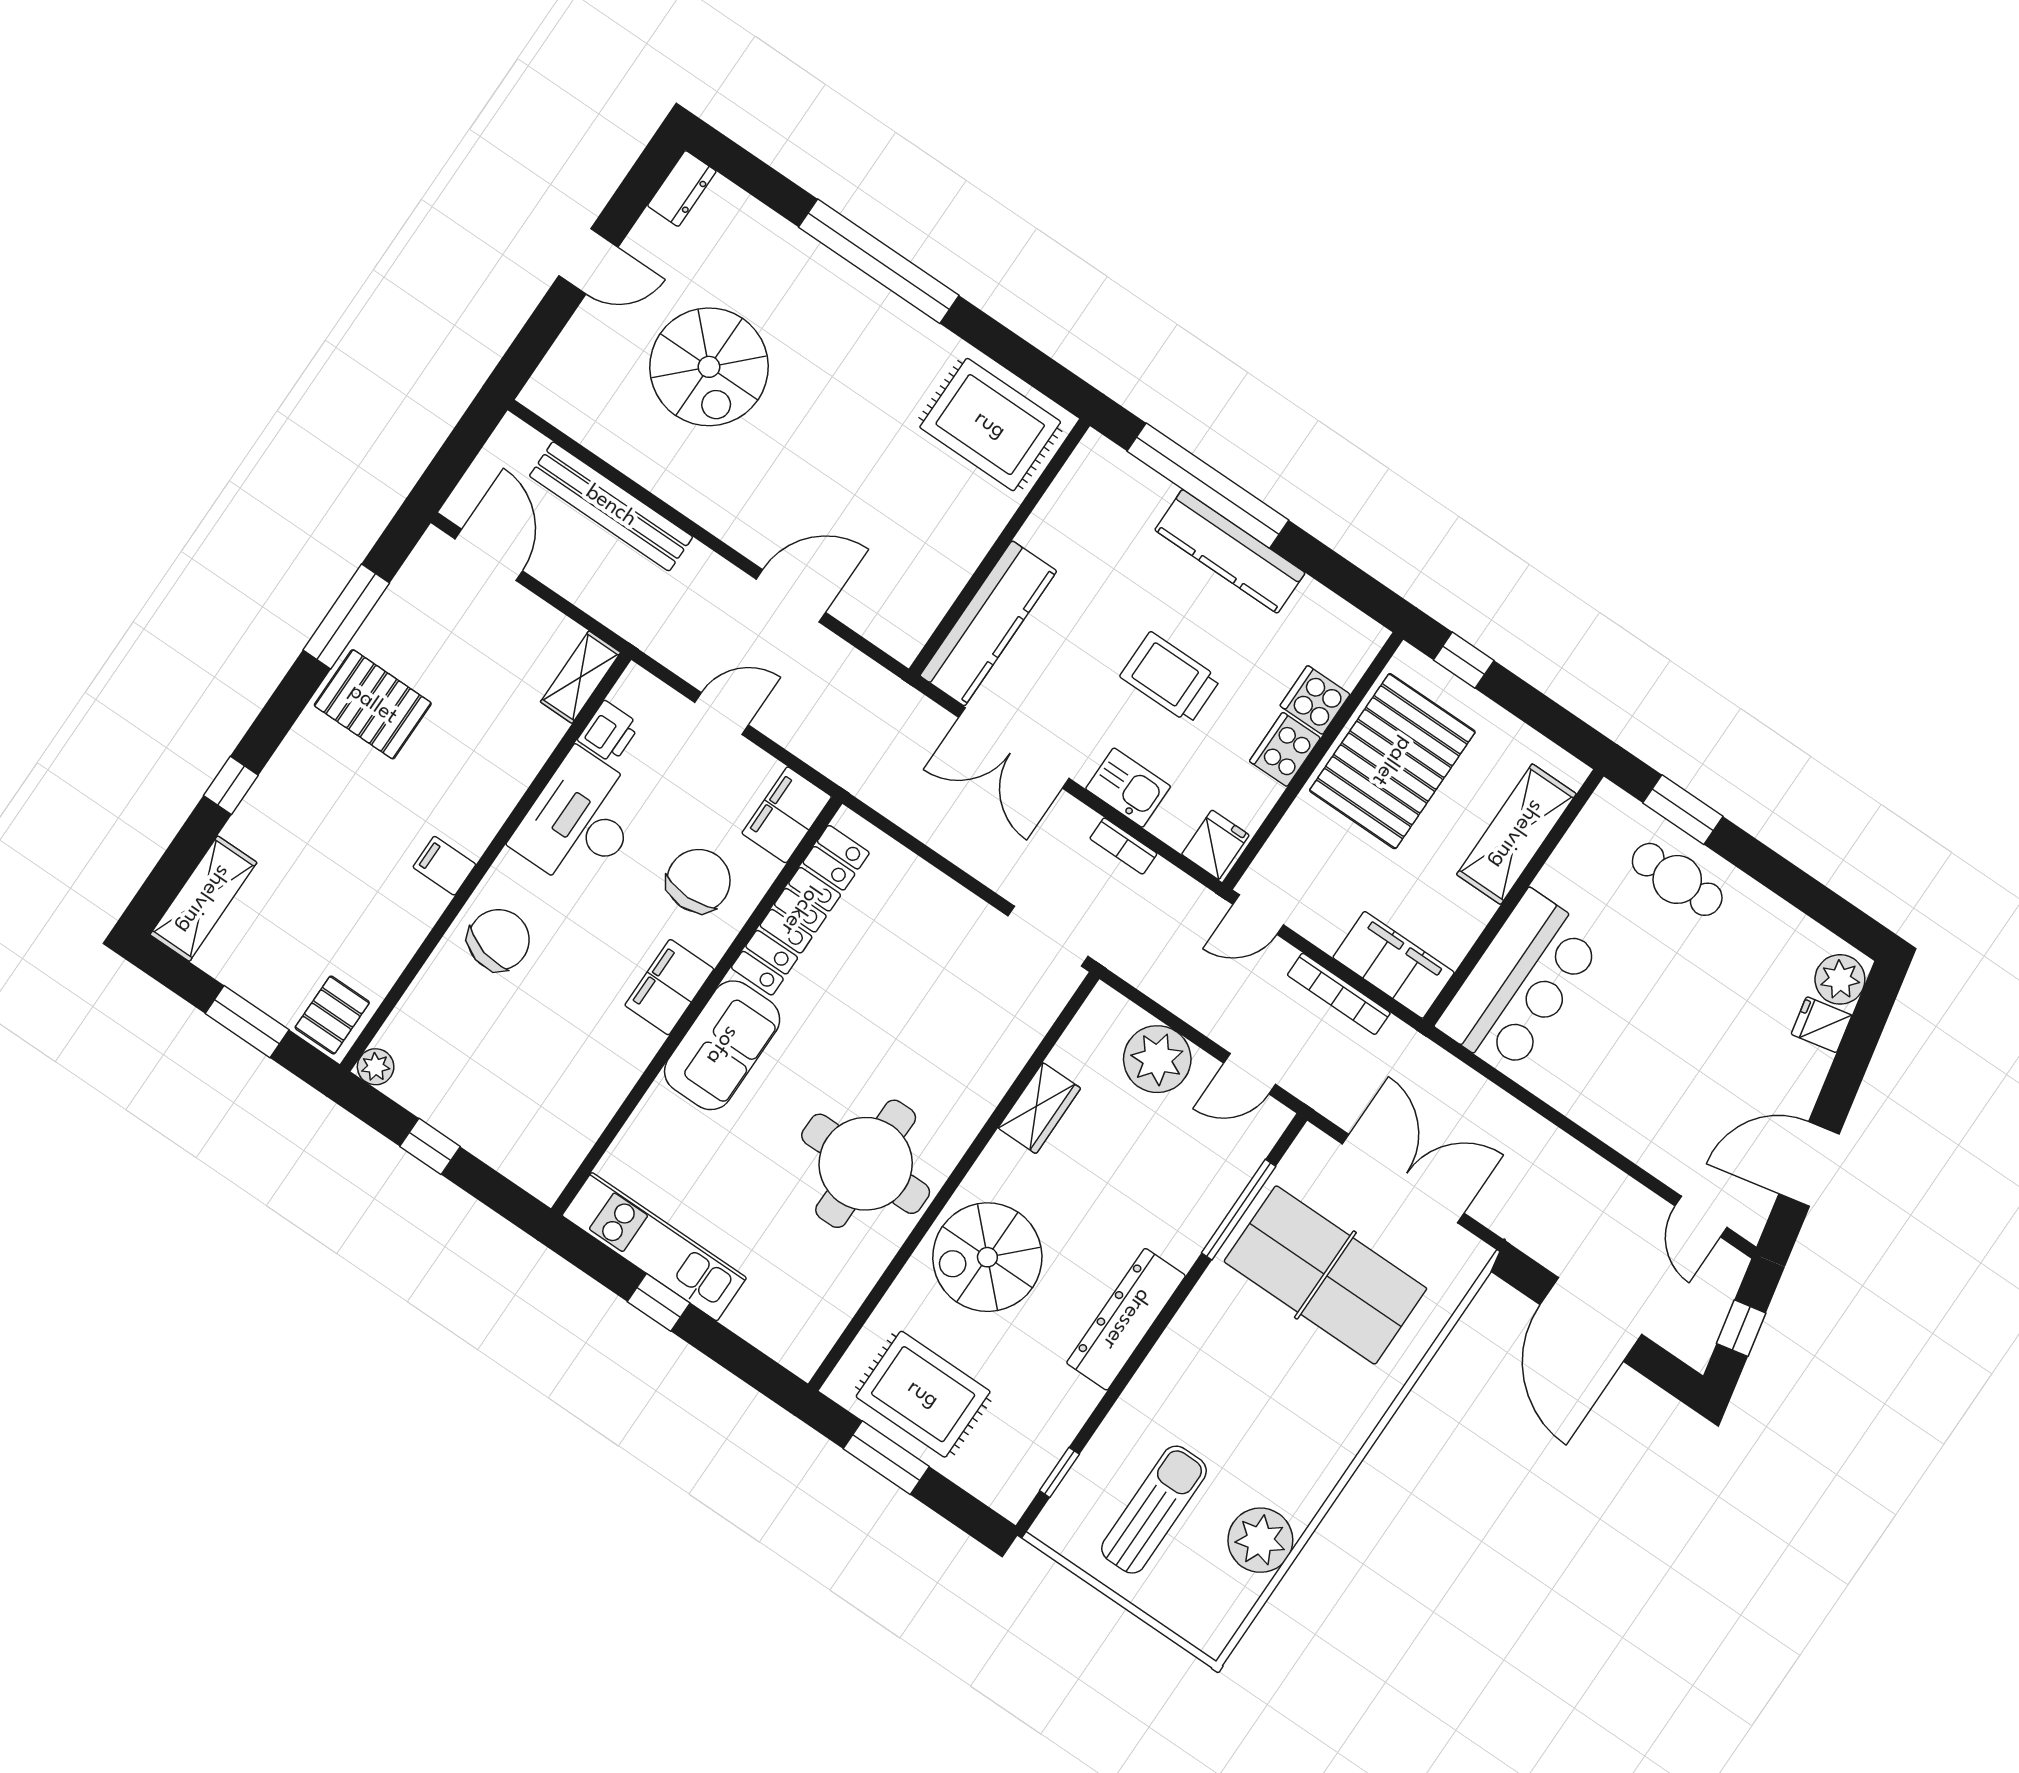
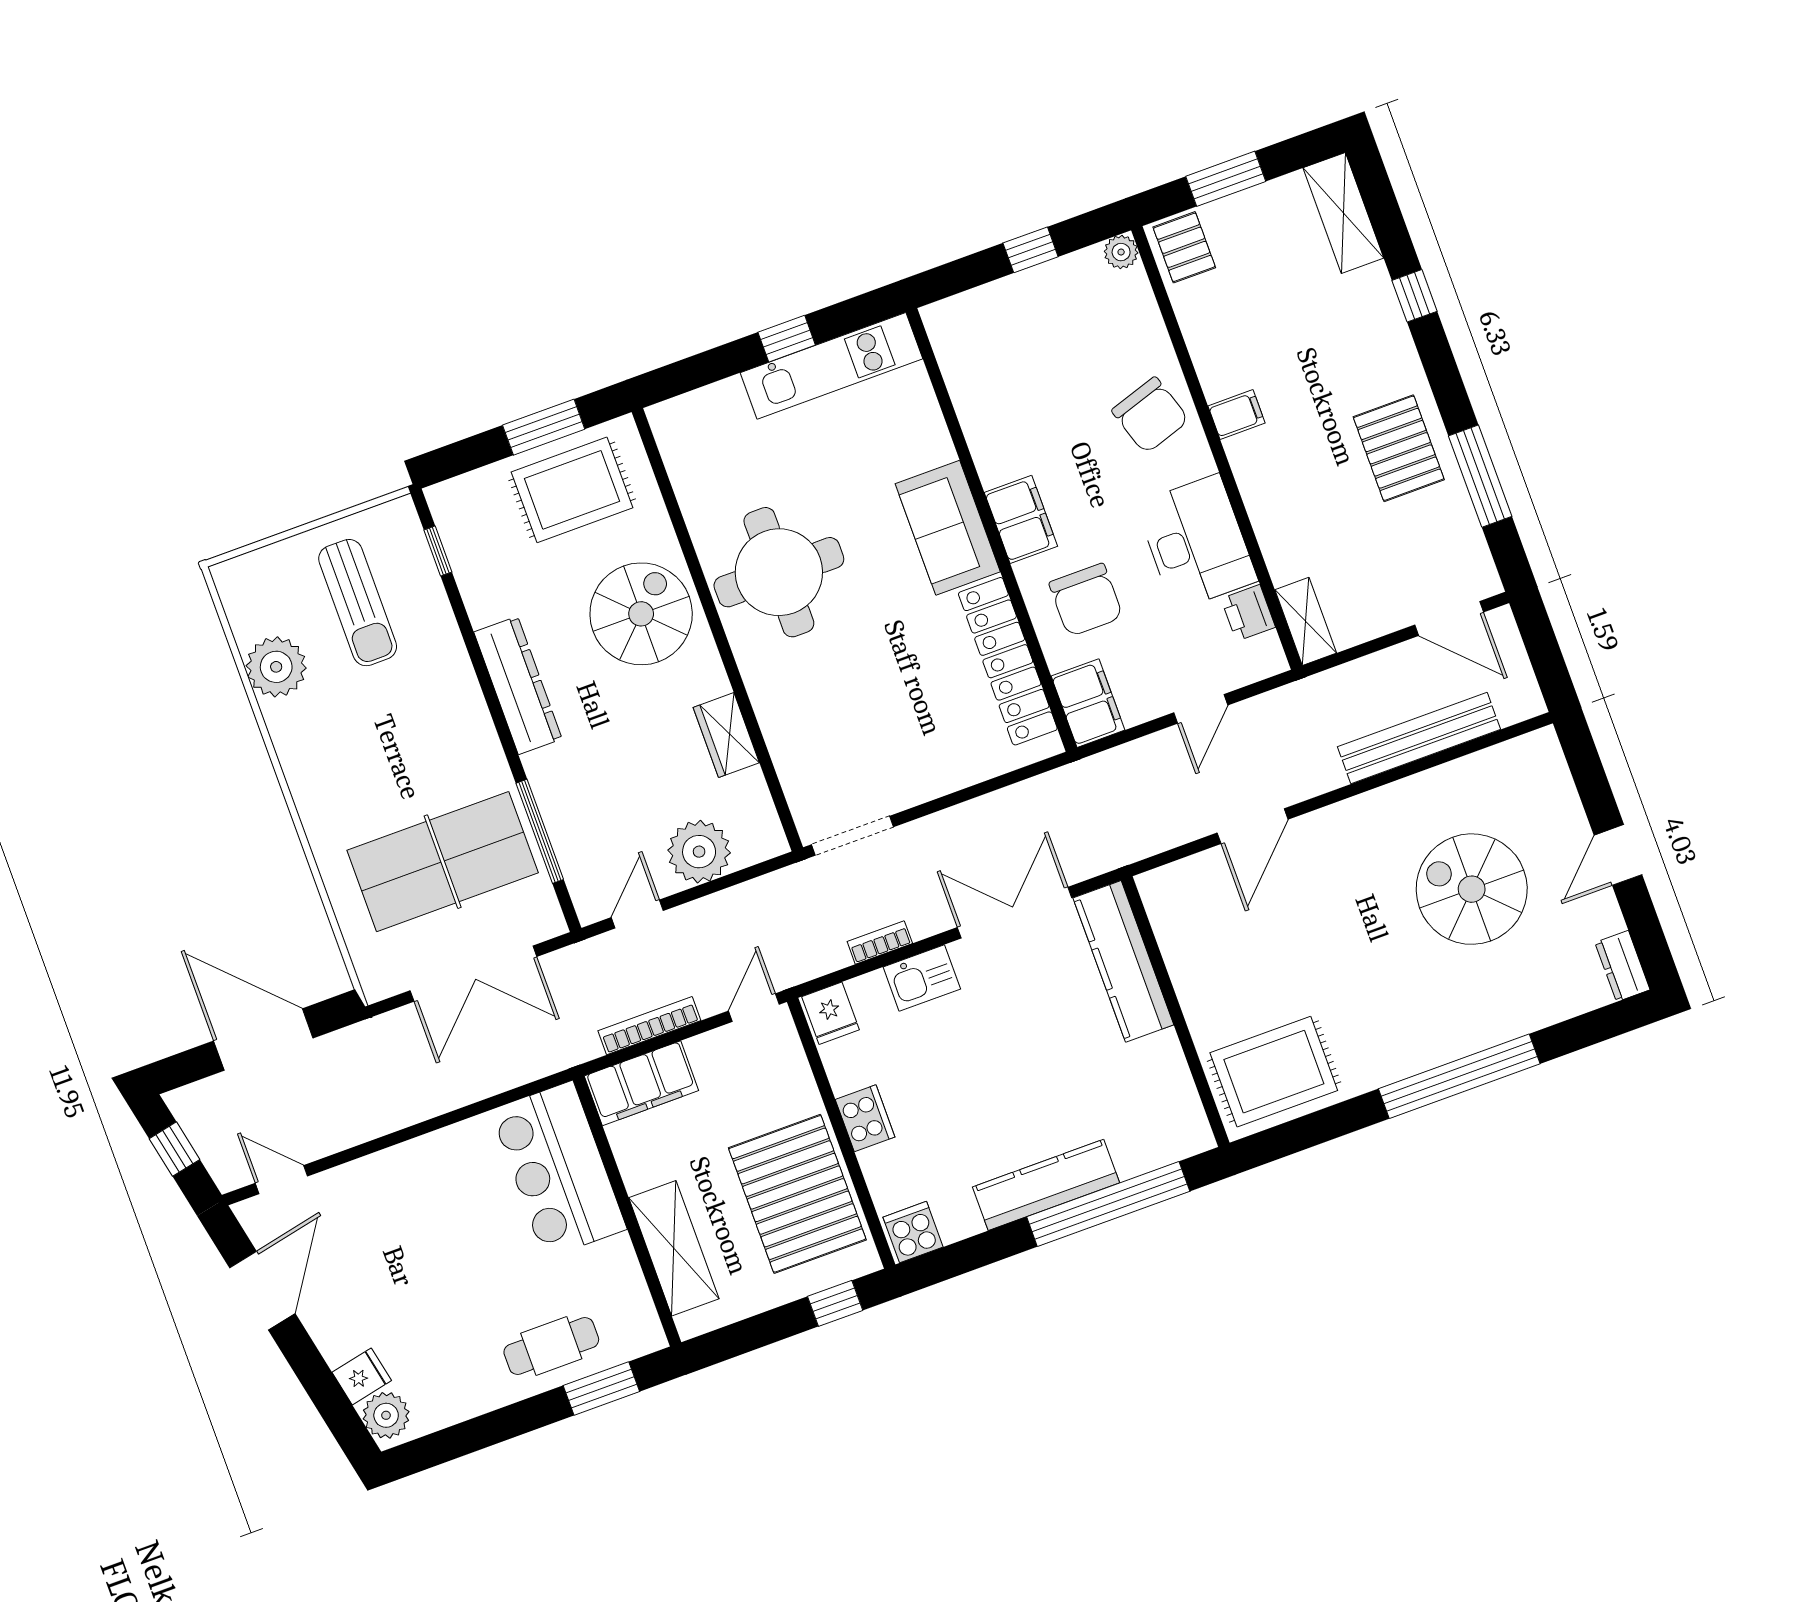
trolley: (1170, 678) -> (982, 1070), removed
cooker: (1315, 700) -> (913, 1232), moved, turned -90
pallet: (373, 704) -> (1399, 448), turned 90
chair: (499, 940) -> (1150, 415), turned -33

